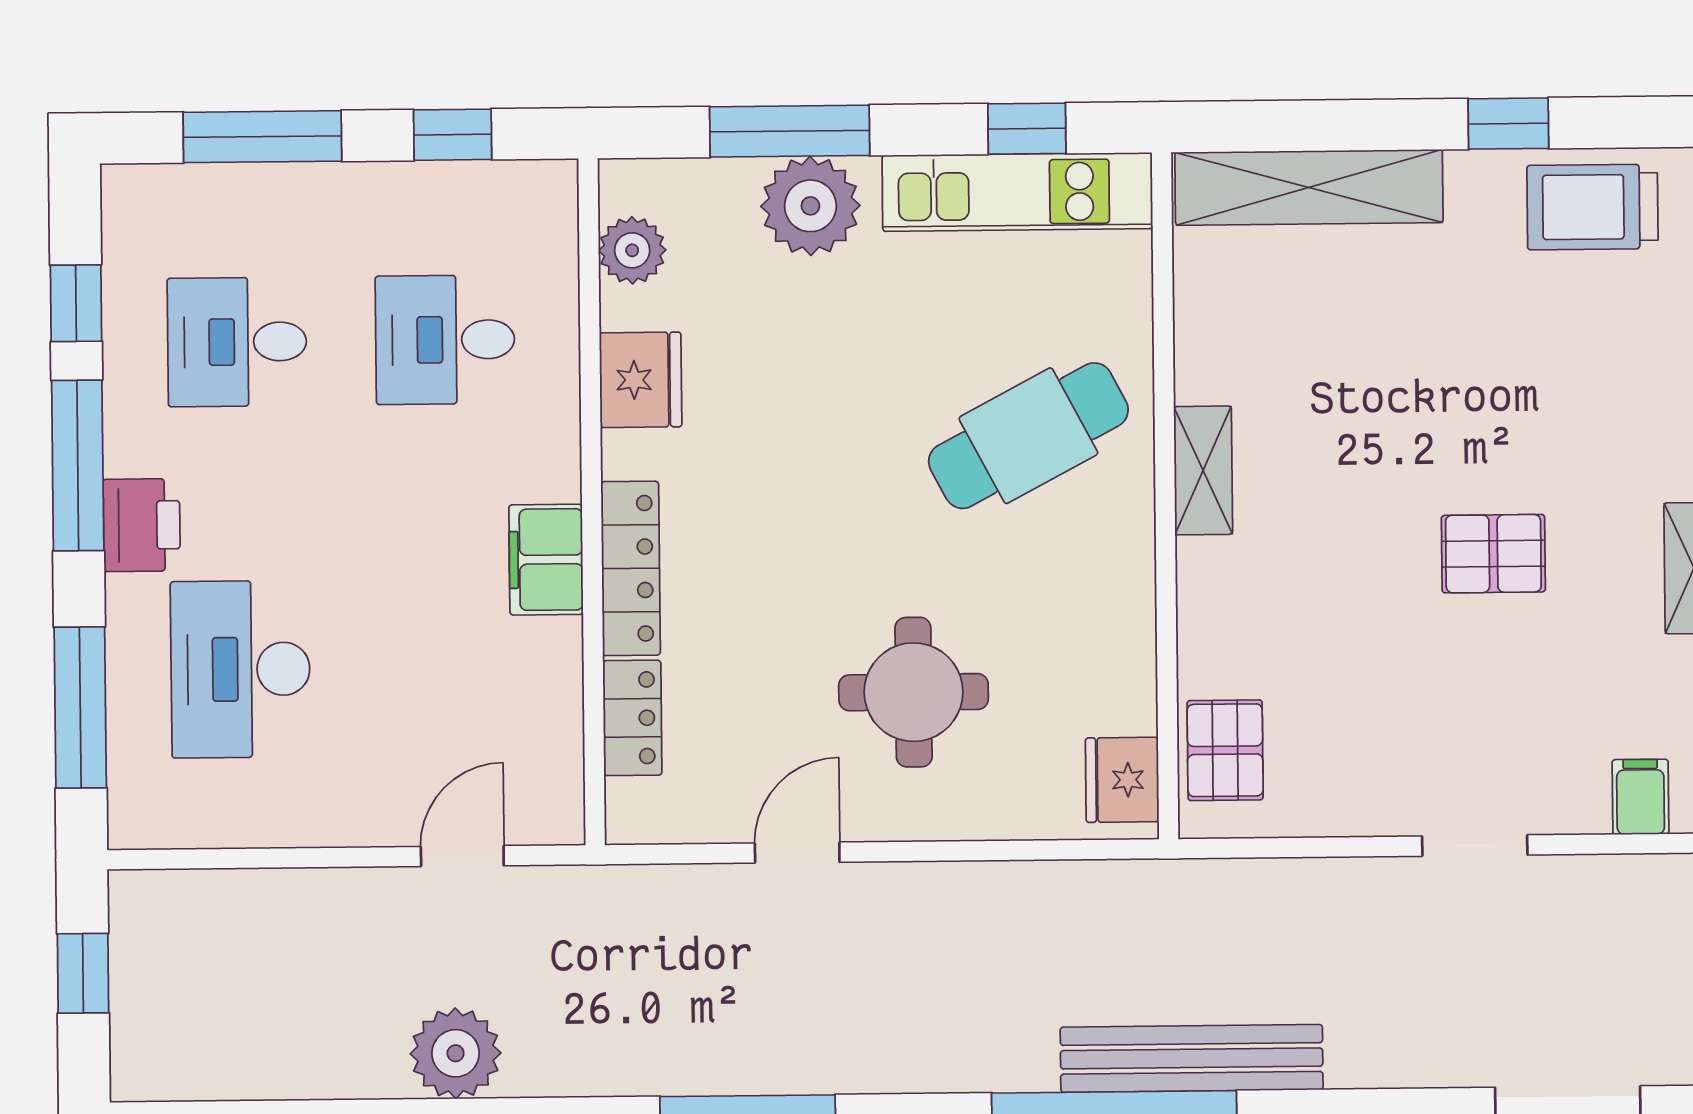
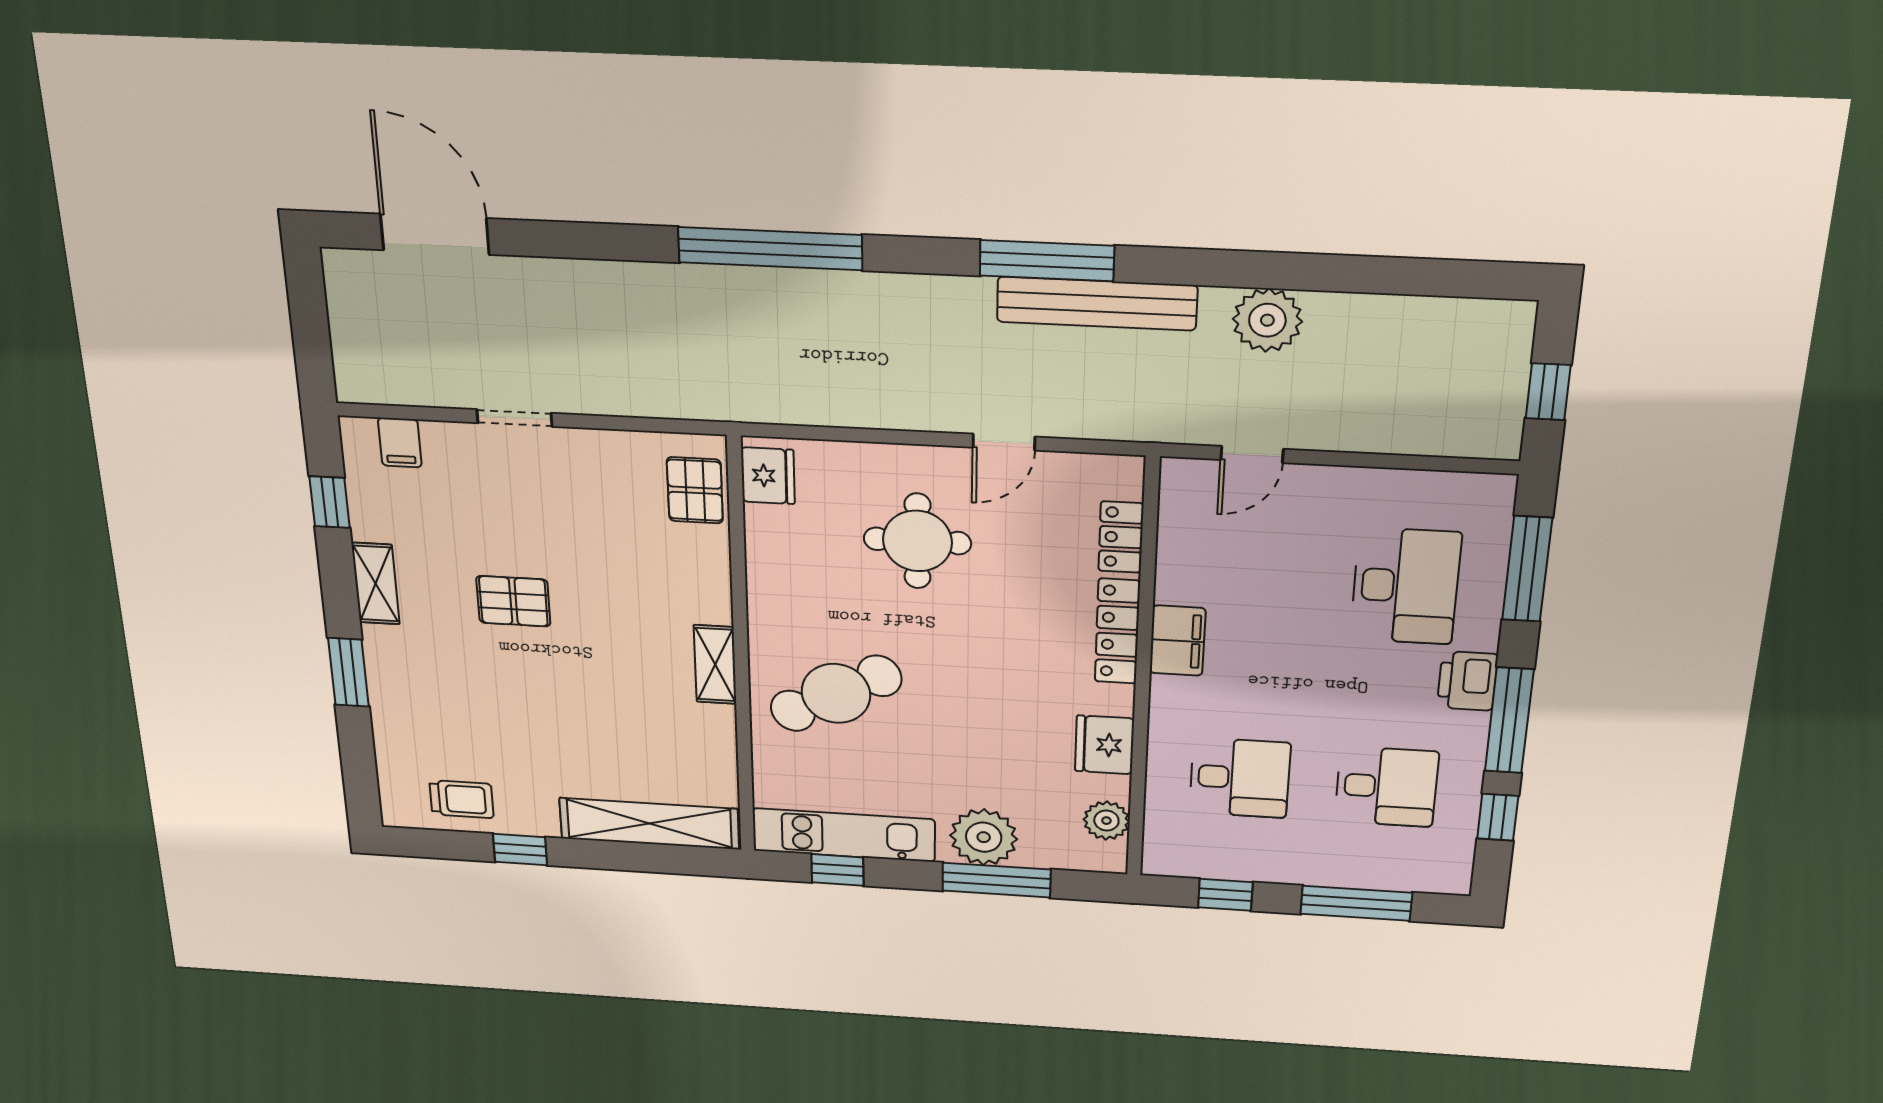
trolley: (1592, 207) -> (462, 799), width x0.73, depth x0.72
bench: (1192, 1058) -> (1097, 304), moved

